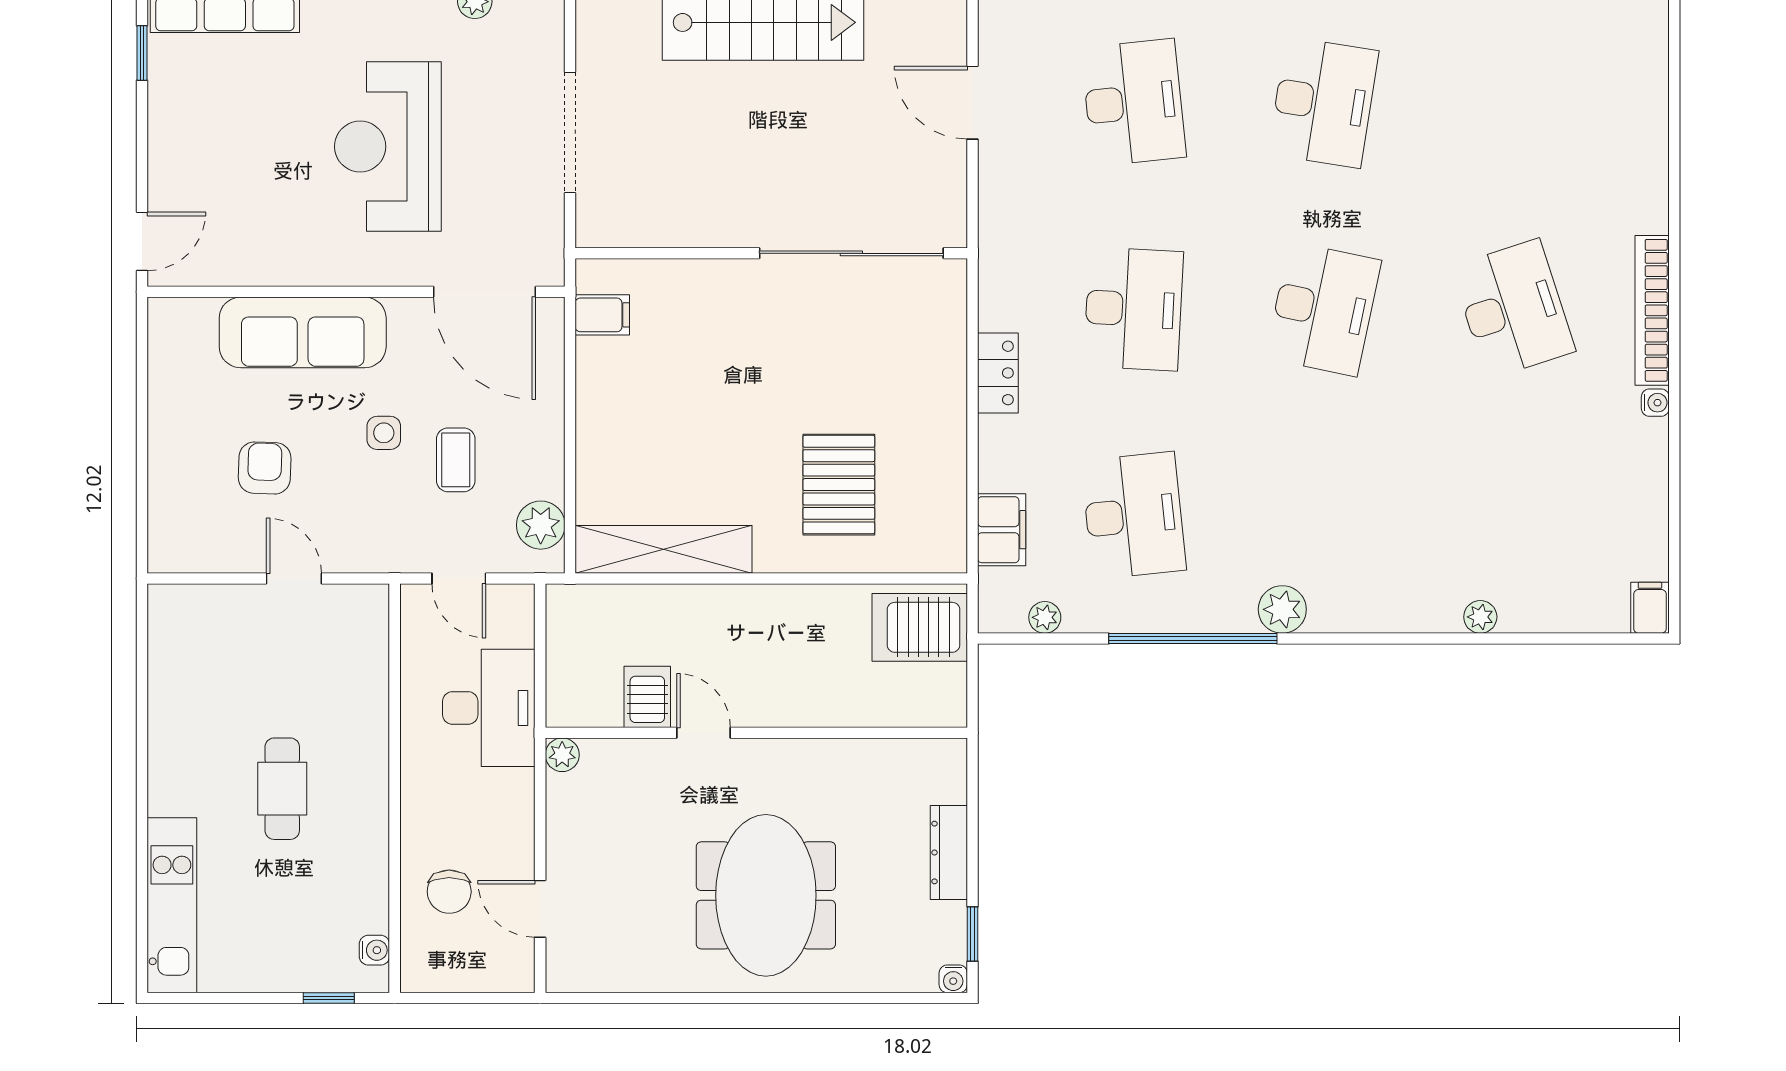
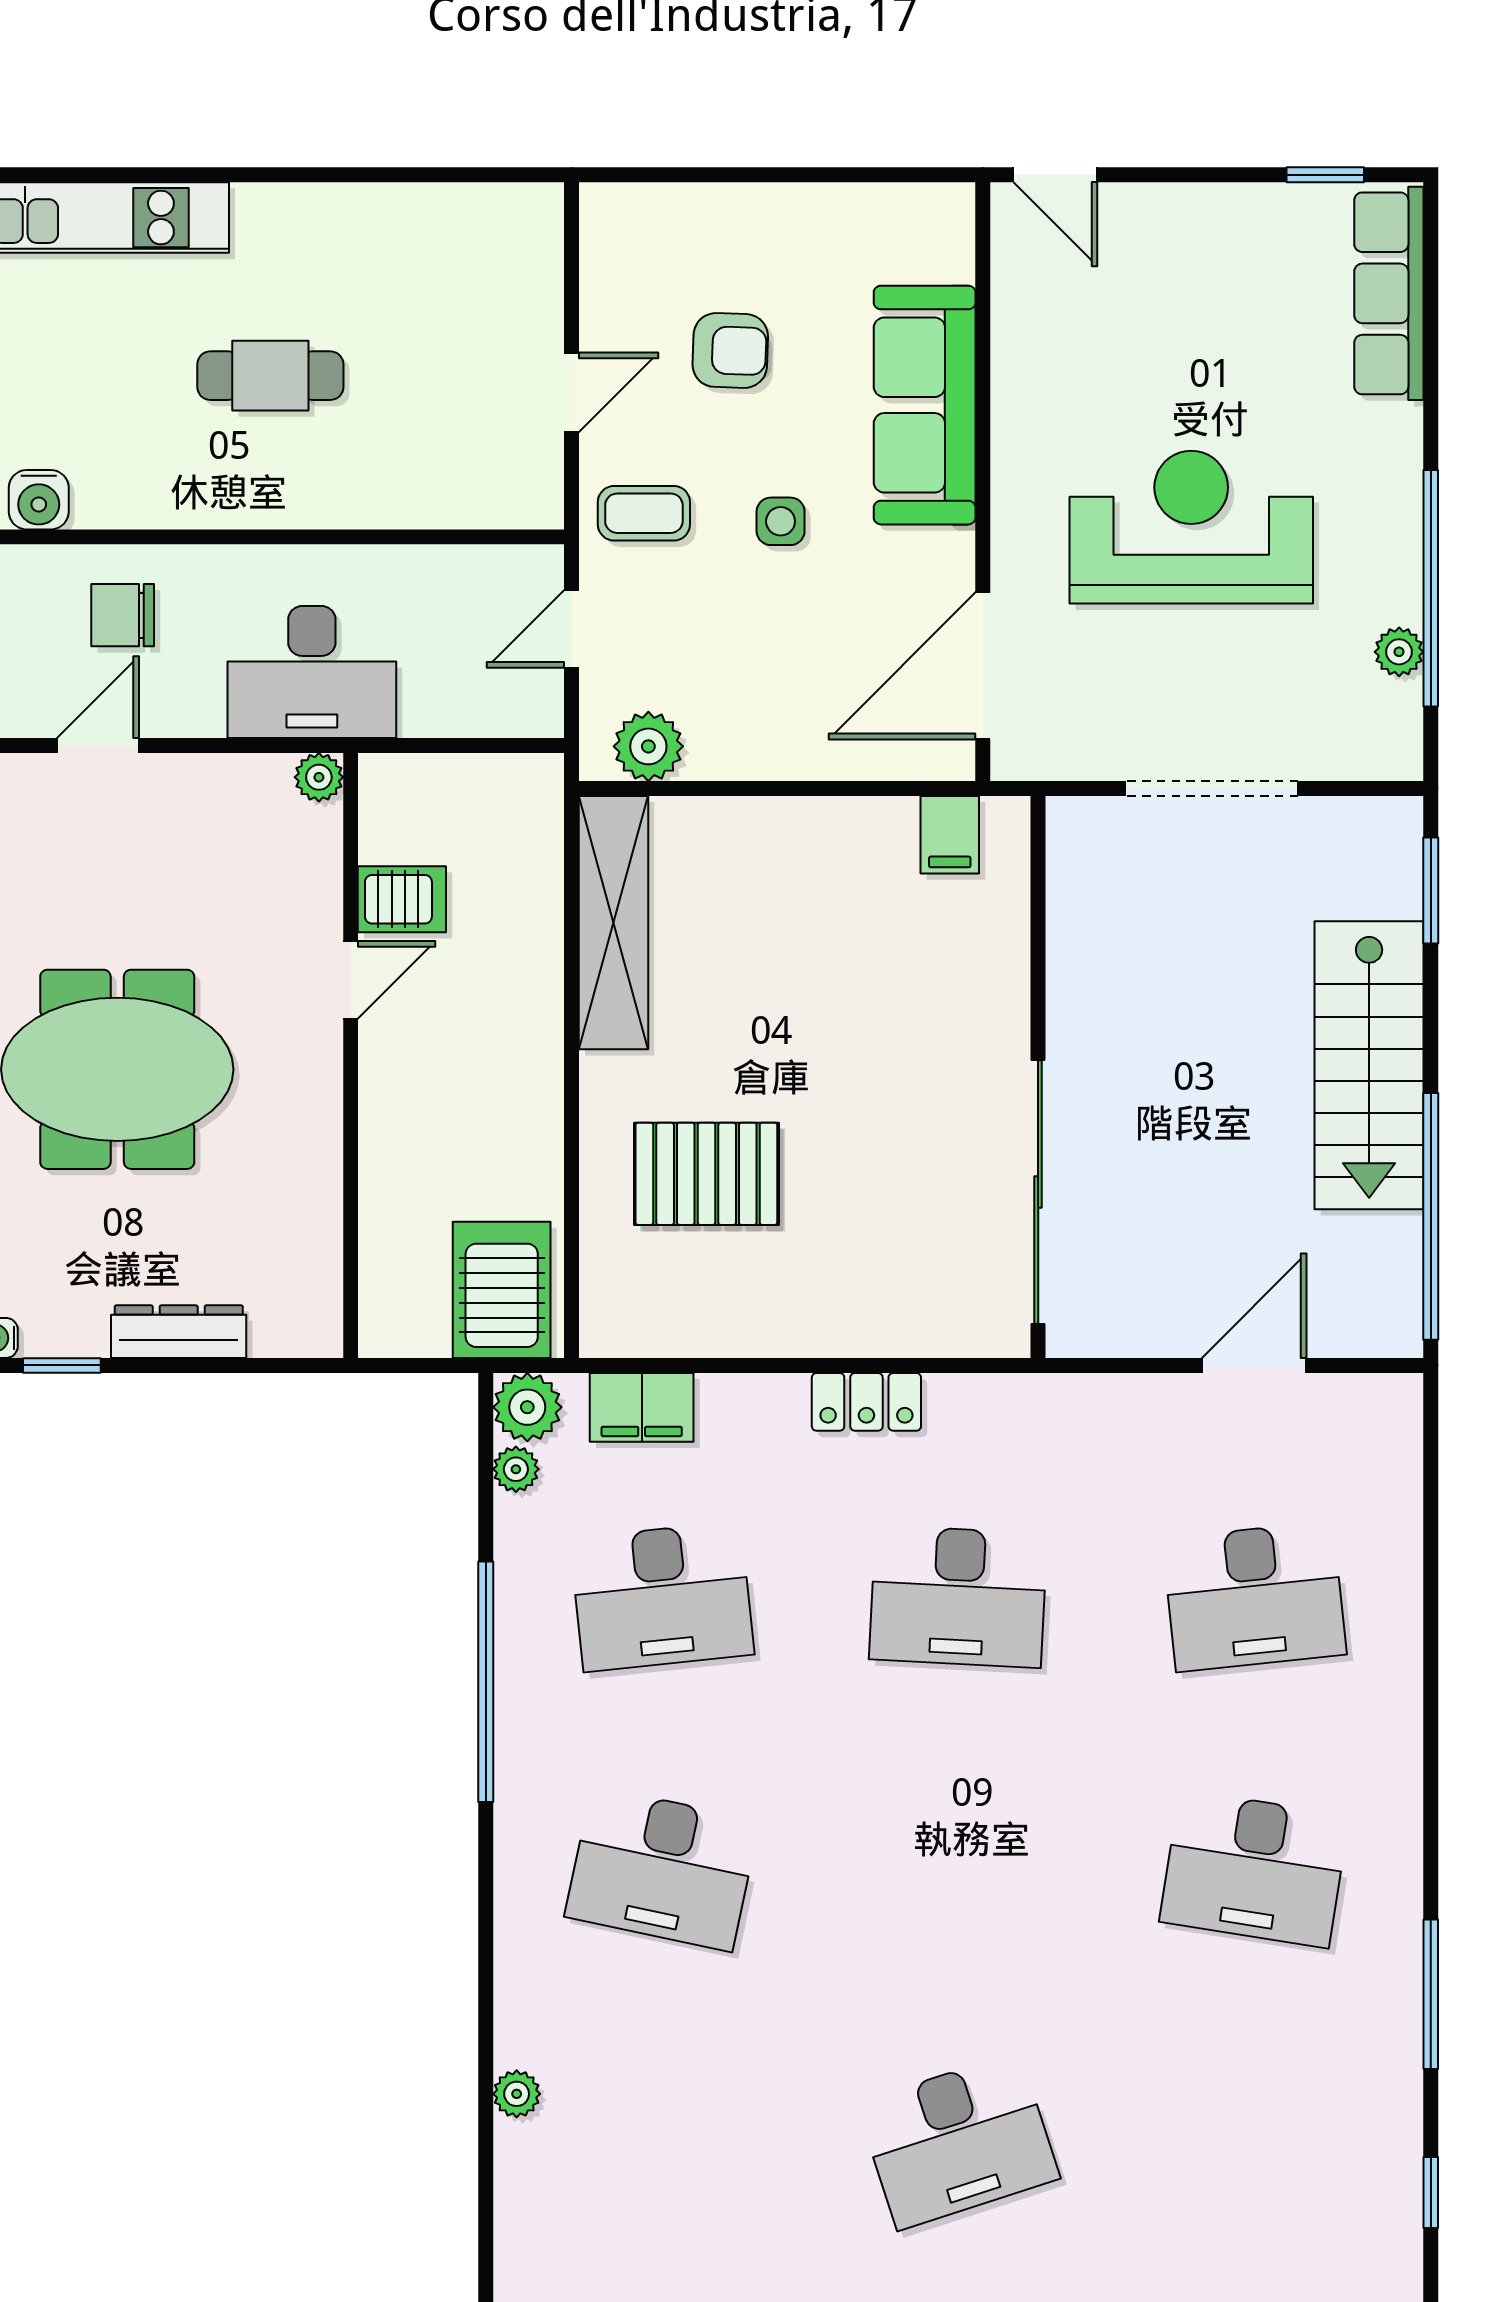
desk: (1323, 309) -> (662, 1869), moved
coffee table: (456, 460) -> (644, 513), moved
plant: (1282, 609) -> (527, 1407), moved
desk: (489, 708) -> (312, 672), moved
water cooler: (374, 950) -> (39, 500), width x1.38, depth x1.38

